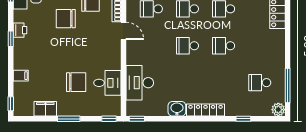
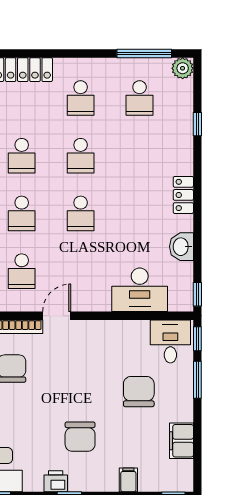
chair: (66, 19) -> (80, 437), moved
school desk: (260, 46) -> (81, 98), added
desk: (107, 83) -> (170, 341), moved
washbasin: (177, 109) -> (181, 247), moved
locker: (206, 110) -> (183, 195), width x0.66
window: (69, 119) -> (197, 380), moved

